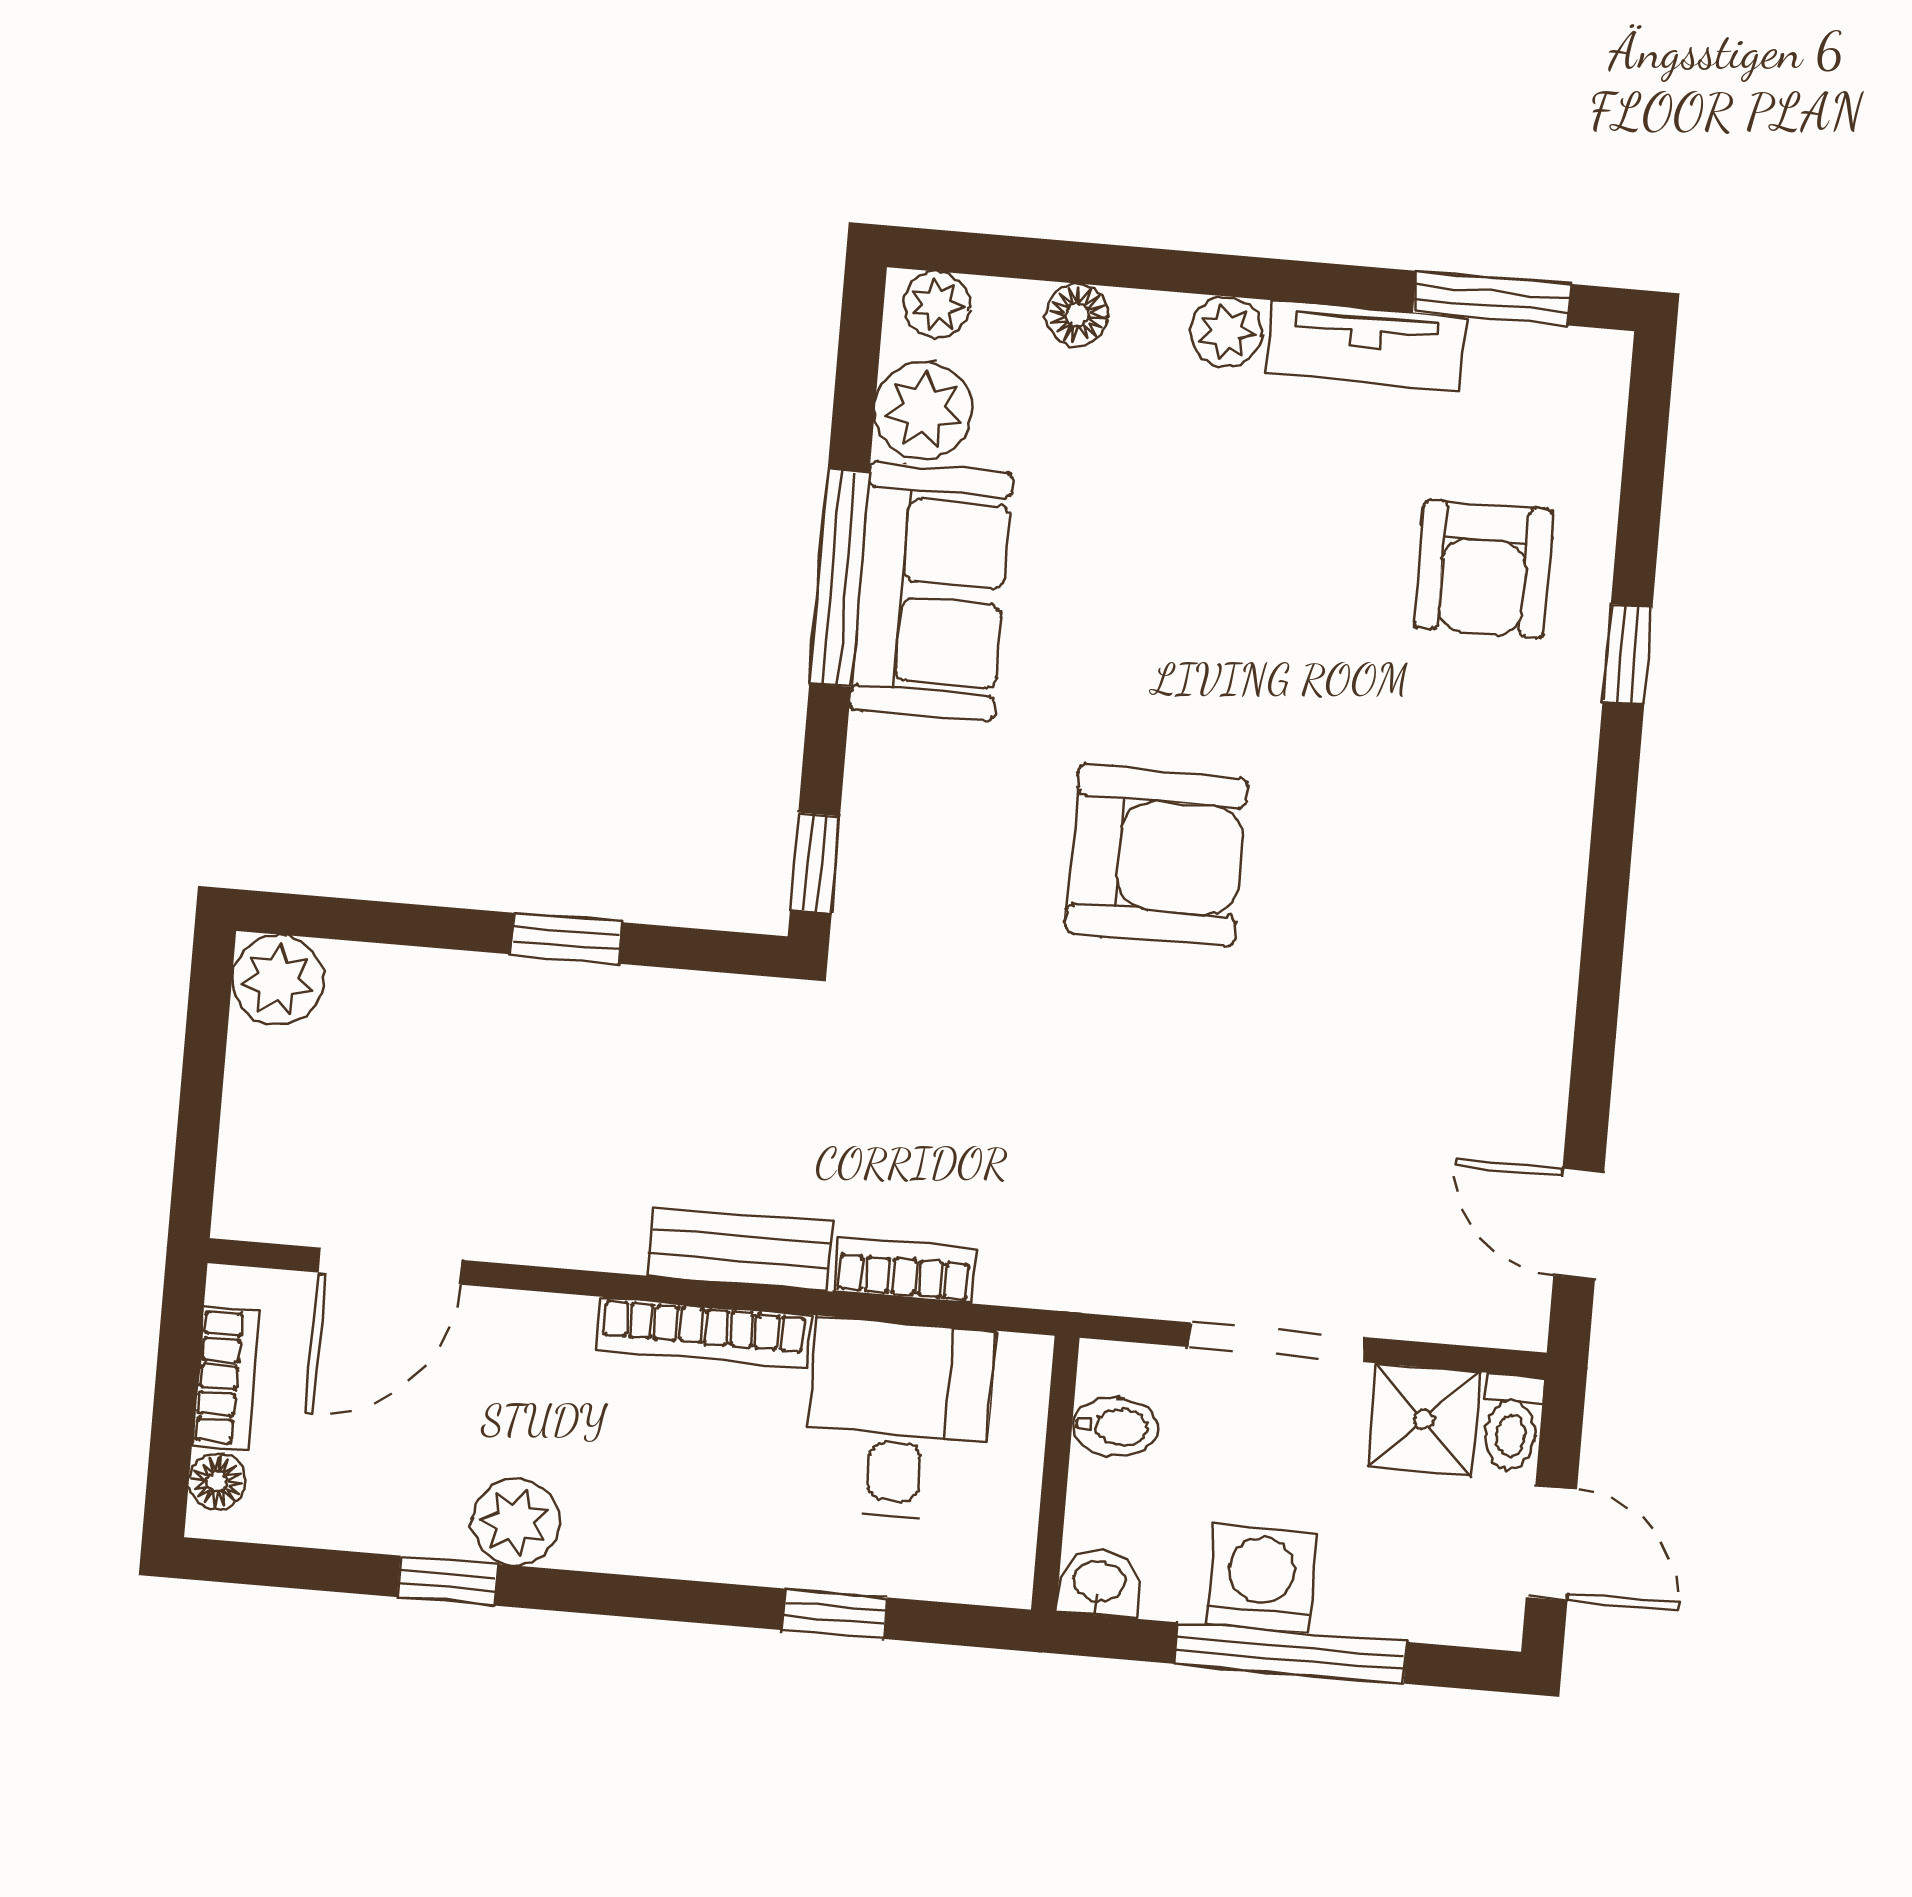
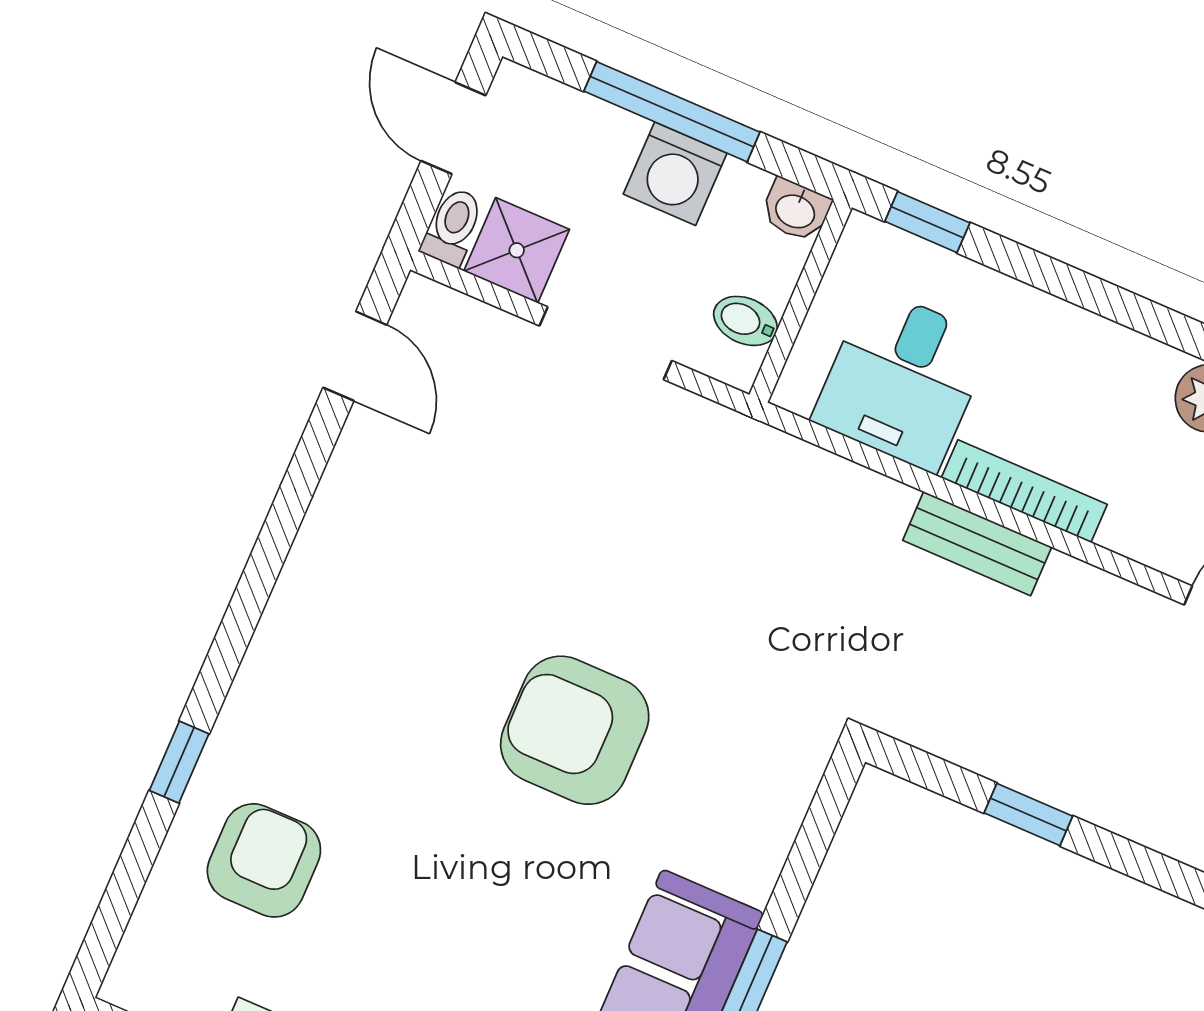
window: (815, 863) -> (827, 809), removed
bookcase: (904, 1270) -> (861, 488), removed
window: (835, 1614) -> (927, 222), moved

